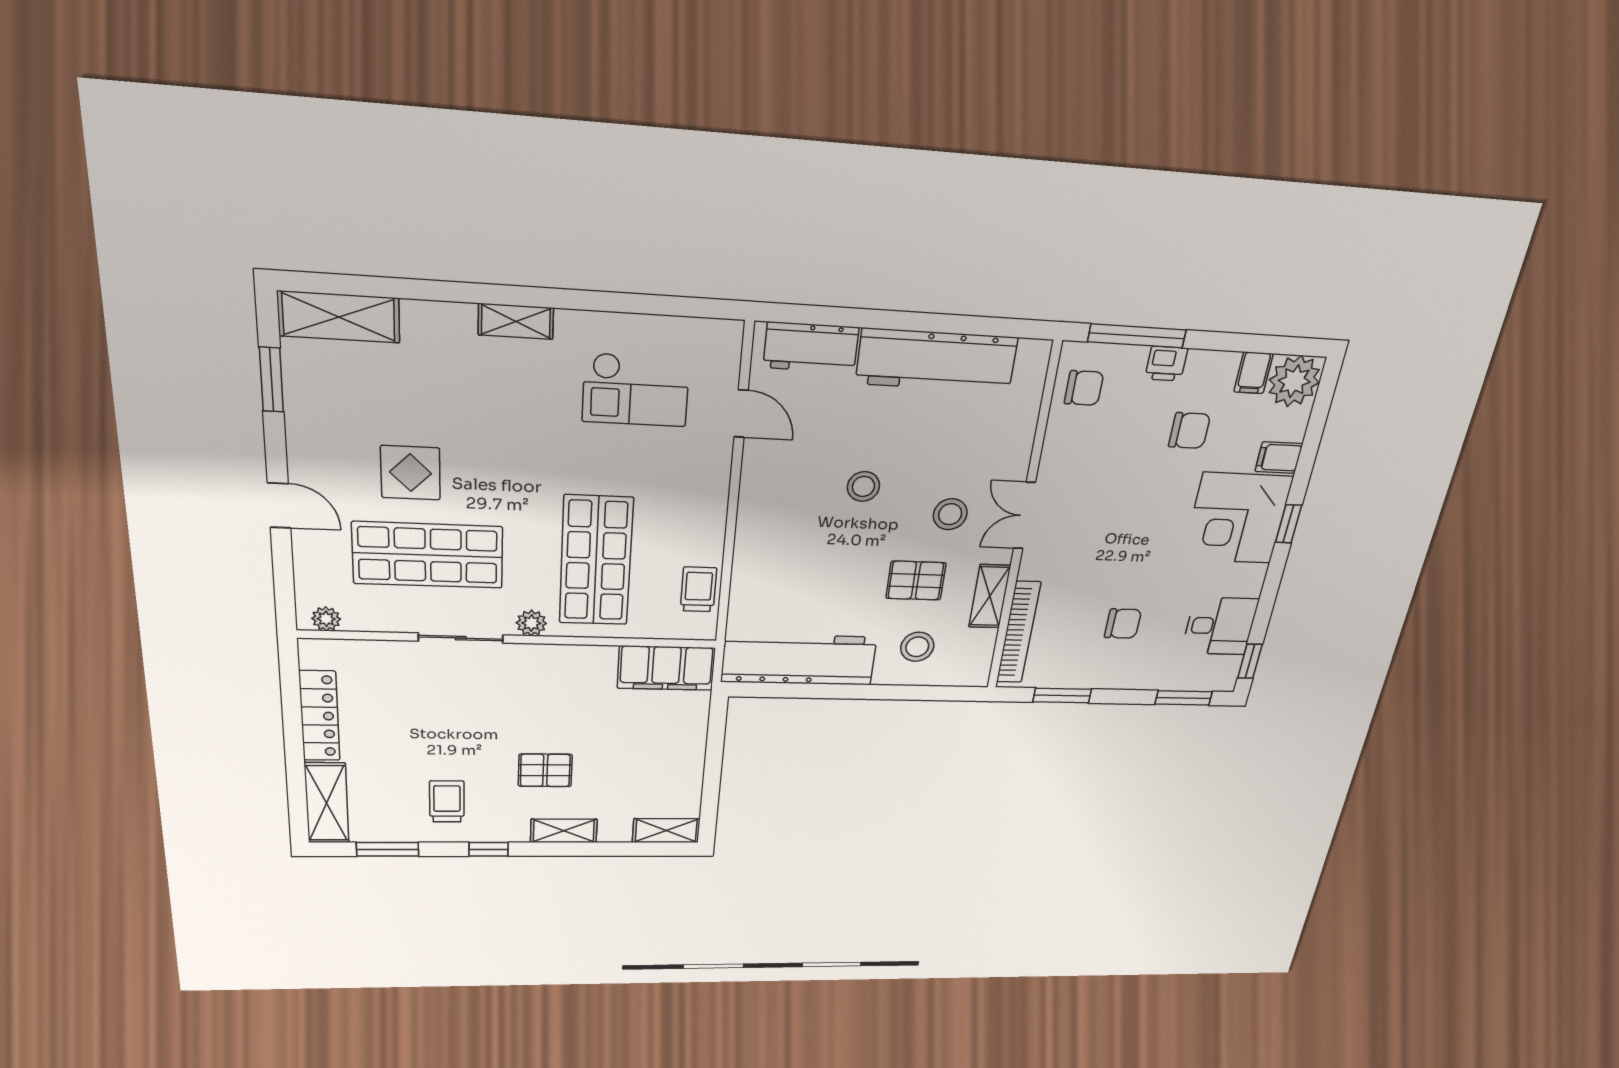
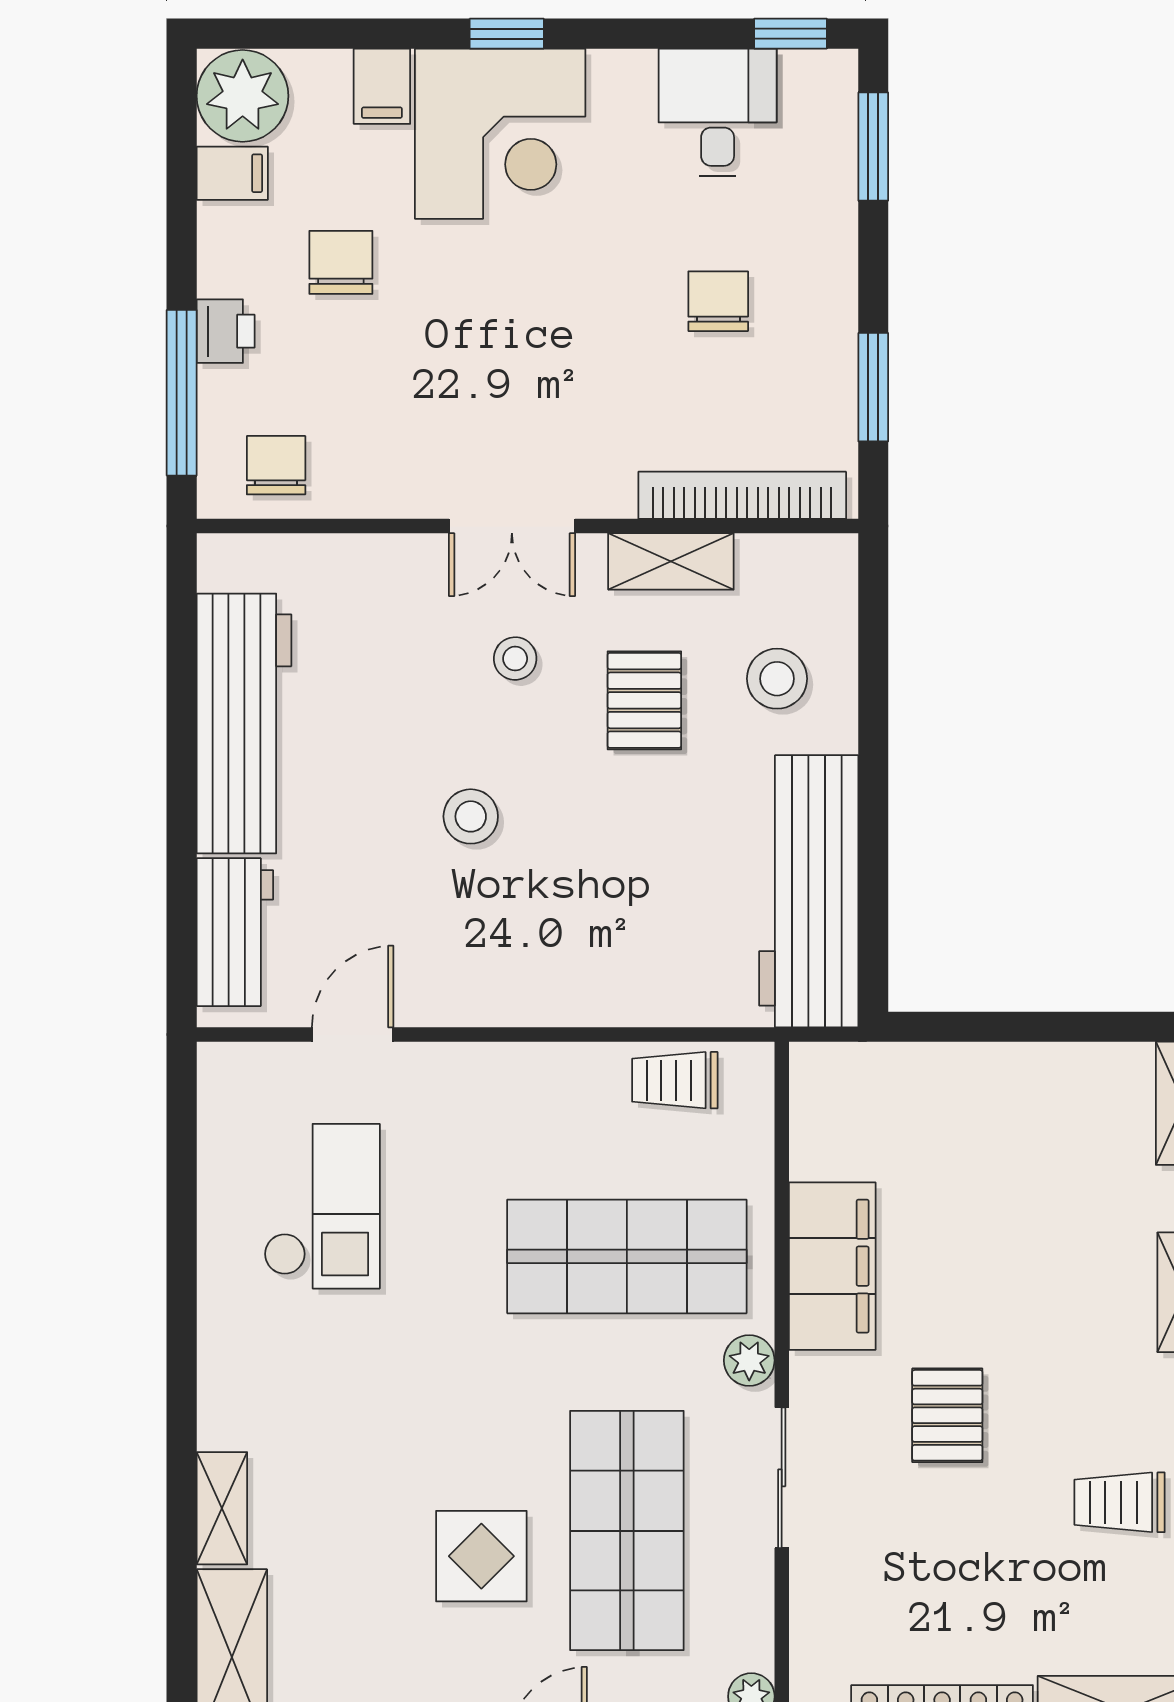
shelving: (516, 321) -> (222, 1508), moved
stool: (950, 514) -> (515, 659), width x0.73, depth x0.73
filing cabinet: (666, 668) -> (832, 1266), moved
pallet: (545, 770) -> (947, 1415), moved

